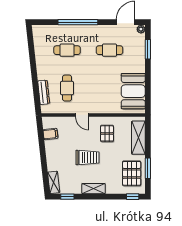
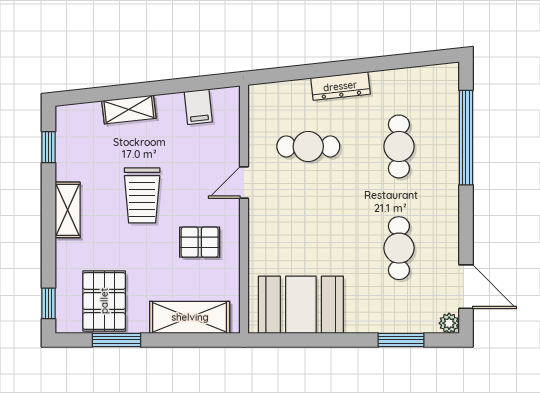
window: (78, 22) -> (466, 138), moved
dresser: (44, 92) -> (340, 86), moved
pallet: (132, 173) -> (104, 301), turned 90
shelving: (54, 182) -> (129, 109), moved

